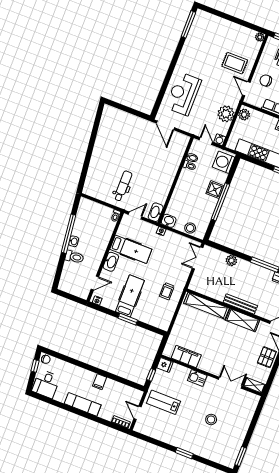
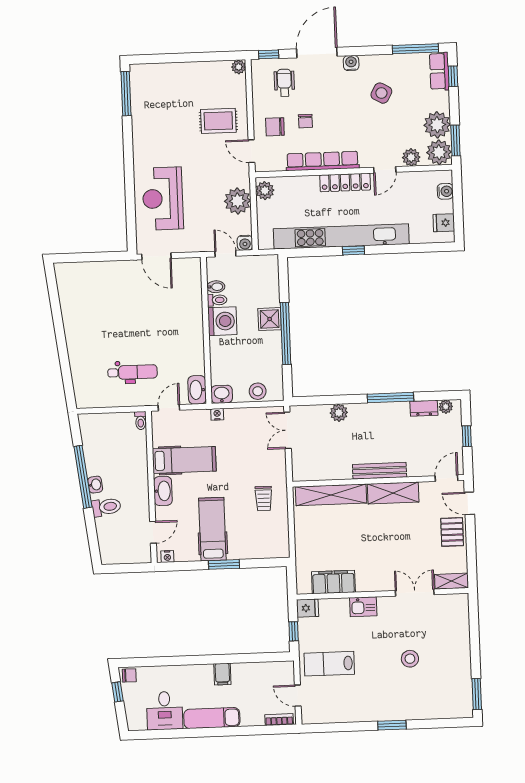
washing machine: (224, 162) -> (222, 321), moved, turned 180
dental chair: (123, 186) -> (132, 372), turned 90
desk: (46, 384) -> (165, 711), moved

